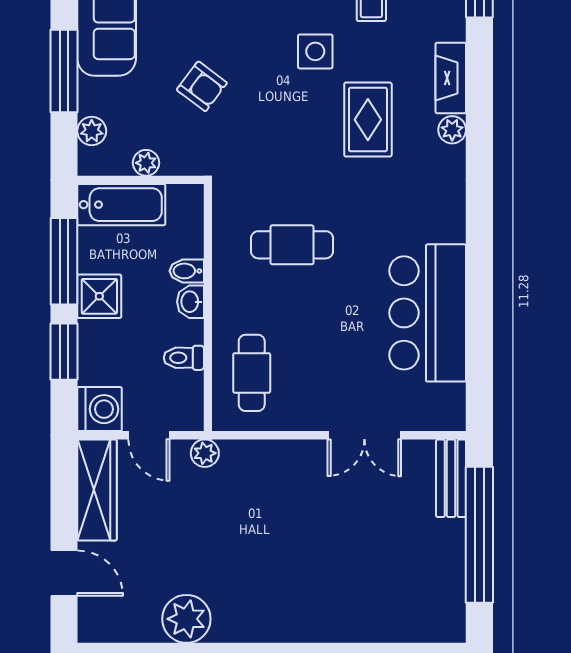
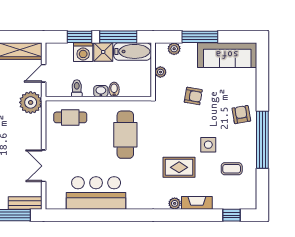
armchair: (202, 86) -> (193, 96), turned -117
bathtub: (121, 205) -> (133, 51), moved, turned -90
cafe table: (292, 245) -> (125, 135), width x1.37, depth x1.35
washing machine: (100, 409) -> (83, 52), moved
plant: (205, 453) -> (31, 102), width x1.88, depth x1.88

